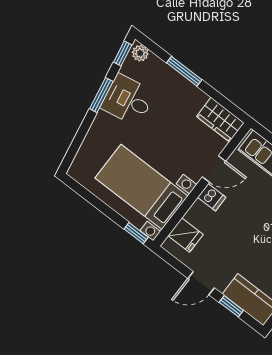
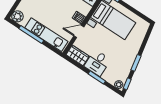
desk: (128, 100) -> (97, 63), moved, turned 100

